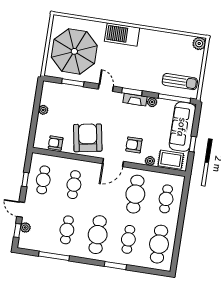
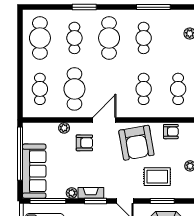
window: (193, 144) -> (20, 154), width x3.17
rug: (171, 160) -> (157, 177), moved

